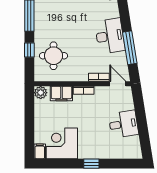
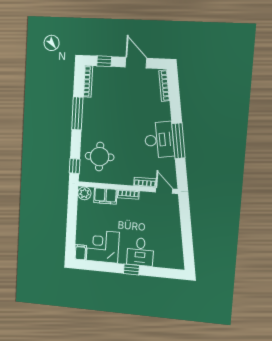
window: (130, 48) -> (178, 141), moved
window: (29, 50) -> (75, 166), moved
desk: (123, 124) -> (140, 252), moved, turned 99

